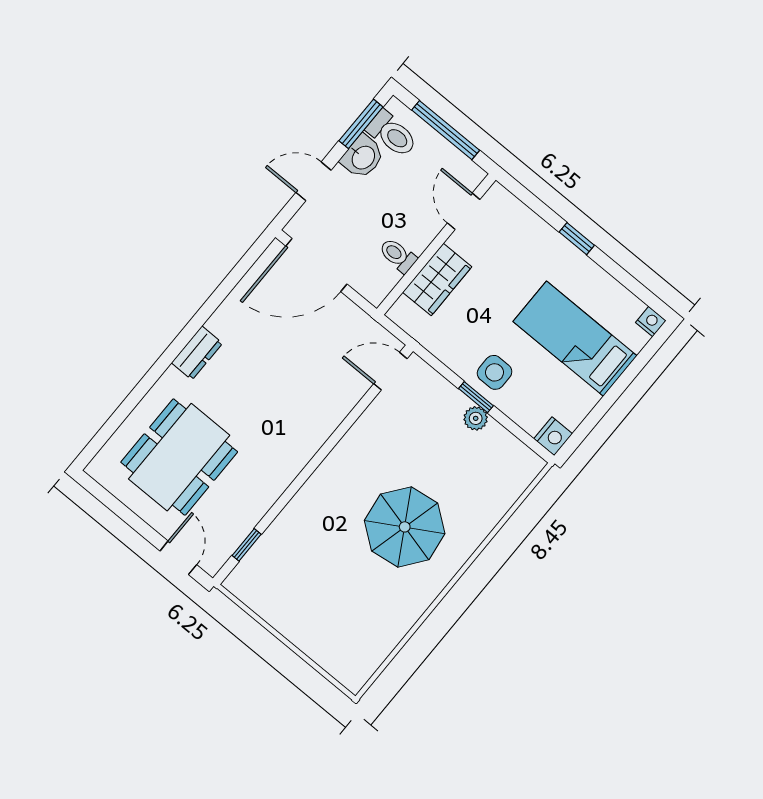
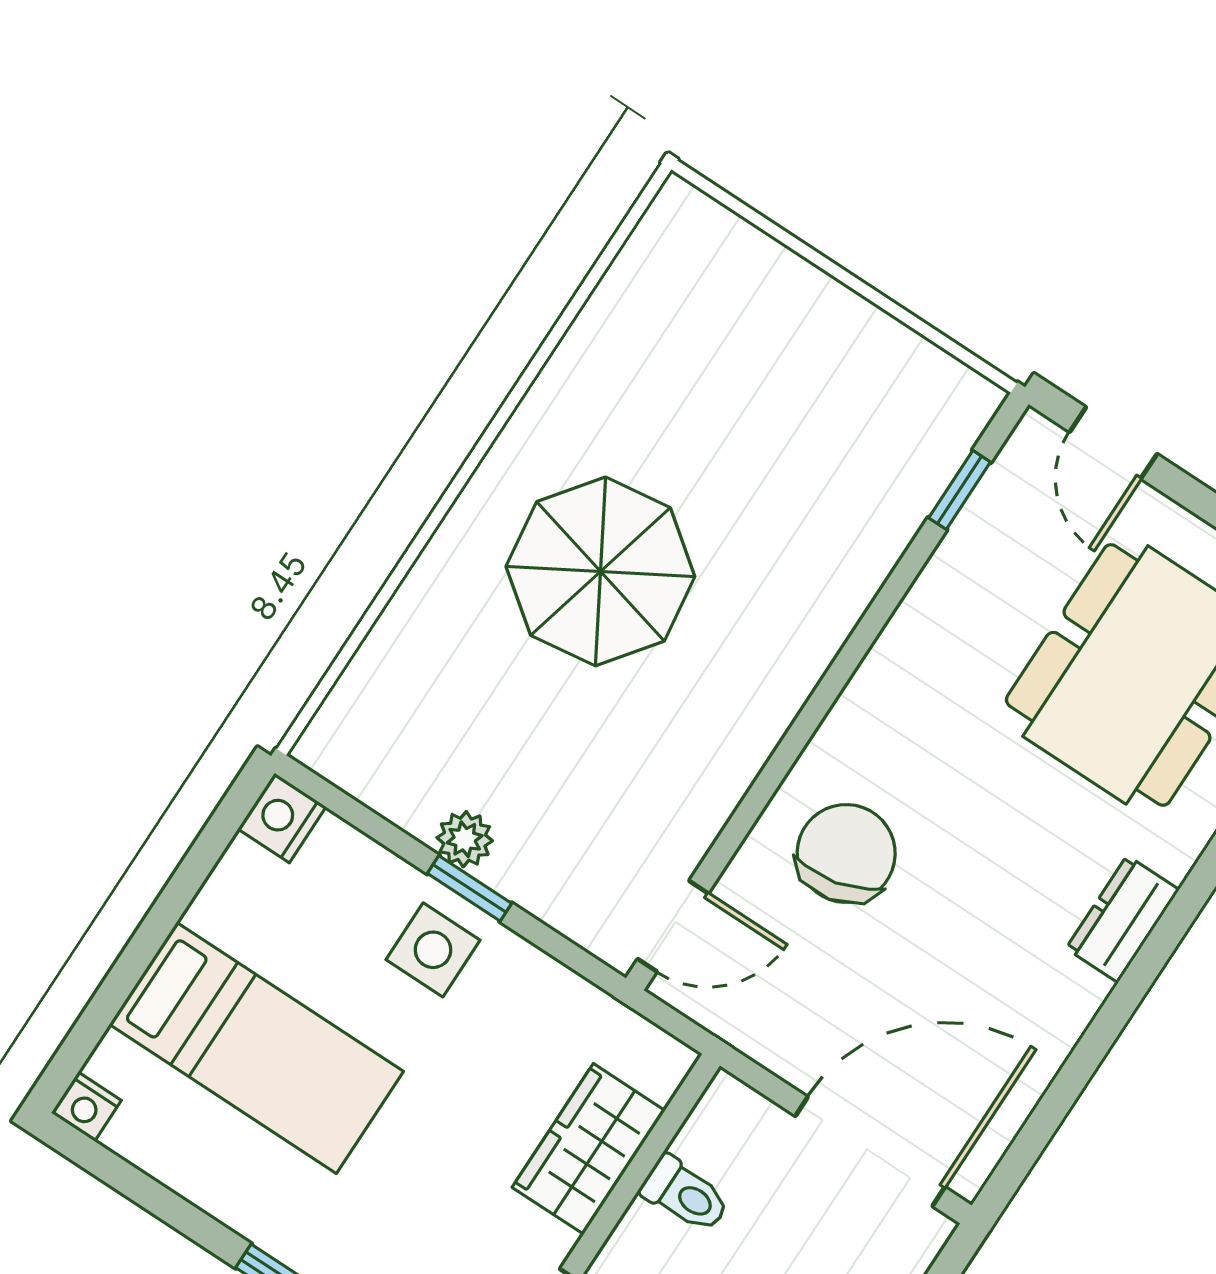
chair: (313, 394) -> (846, 853), added

